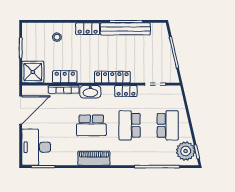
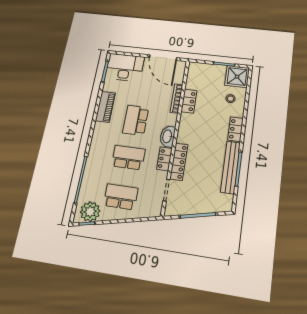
shower: (33, 72) -> (237, 77), moved
locker: (112, 77) -> (179, 162), moved
washbasin: (90, 92) -> (167, 136), moved
school desk: (168, 125) -> (121, 197), turned 180
piano: (94, 158) -> (105, 107), moved

